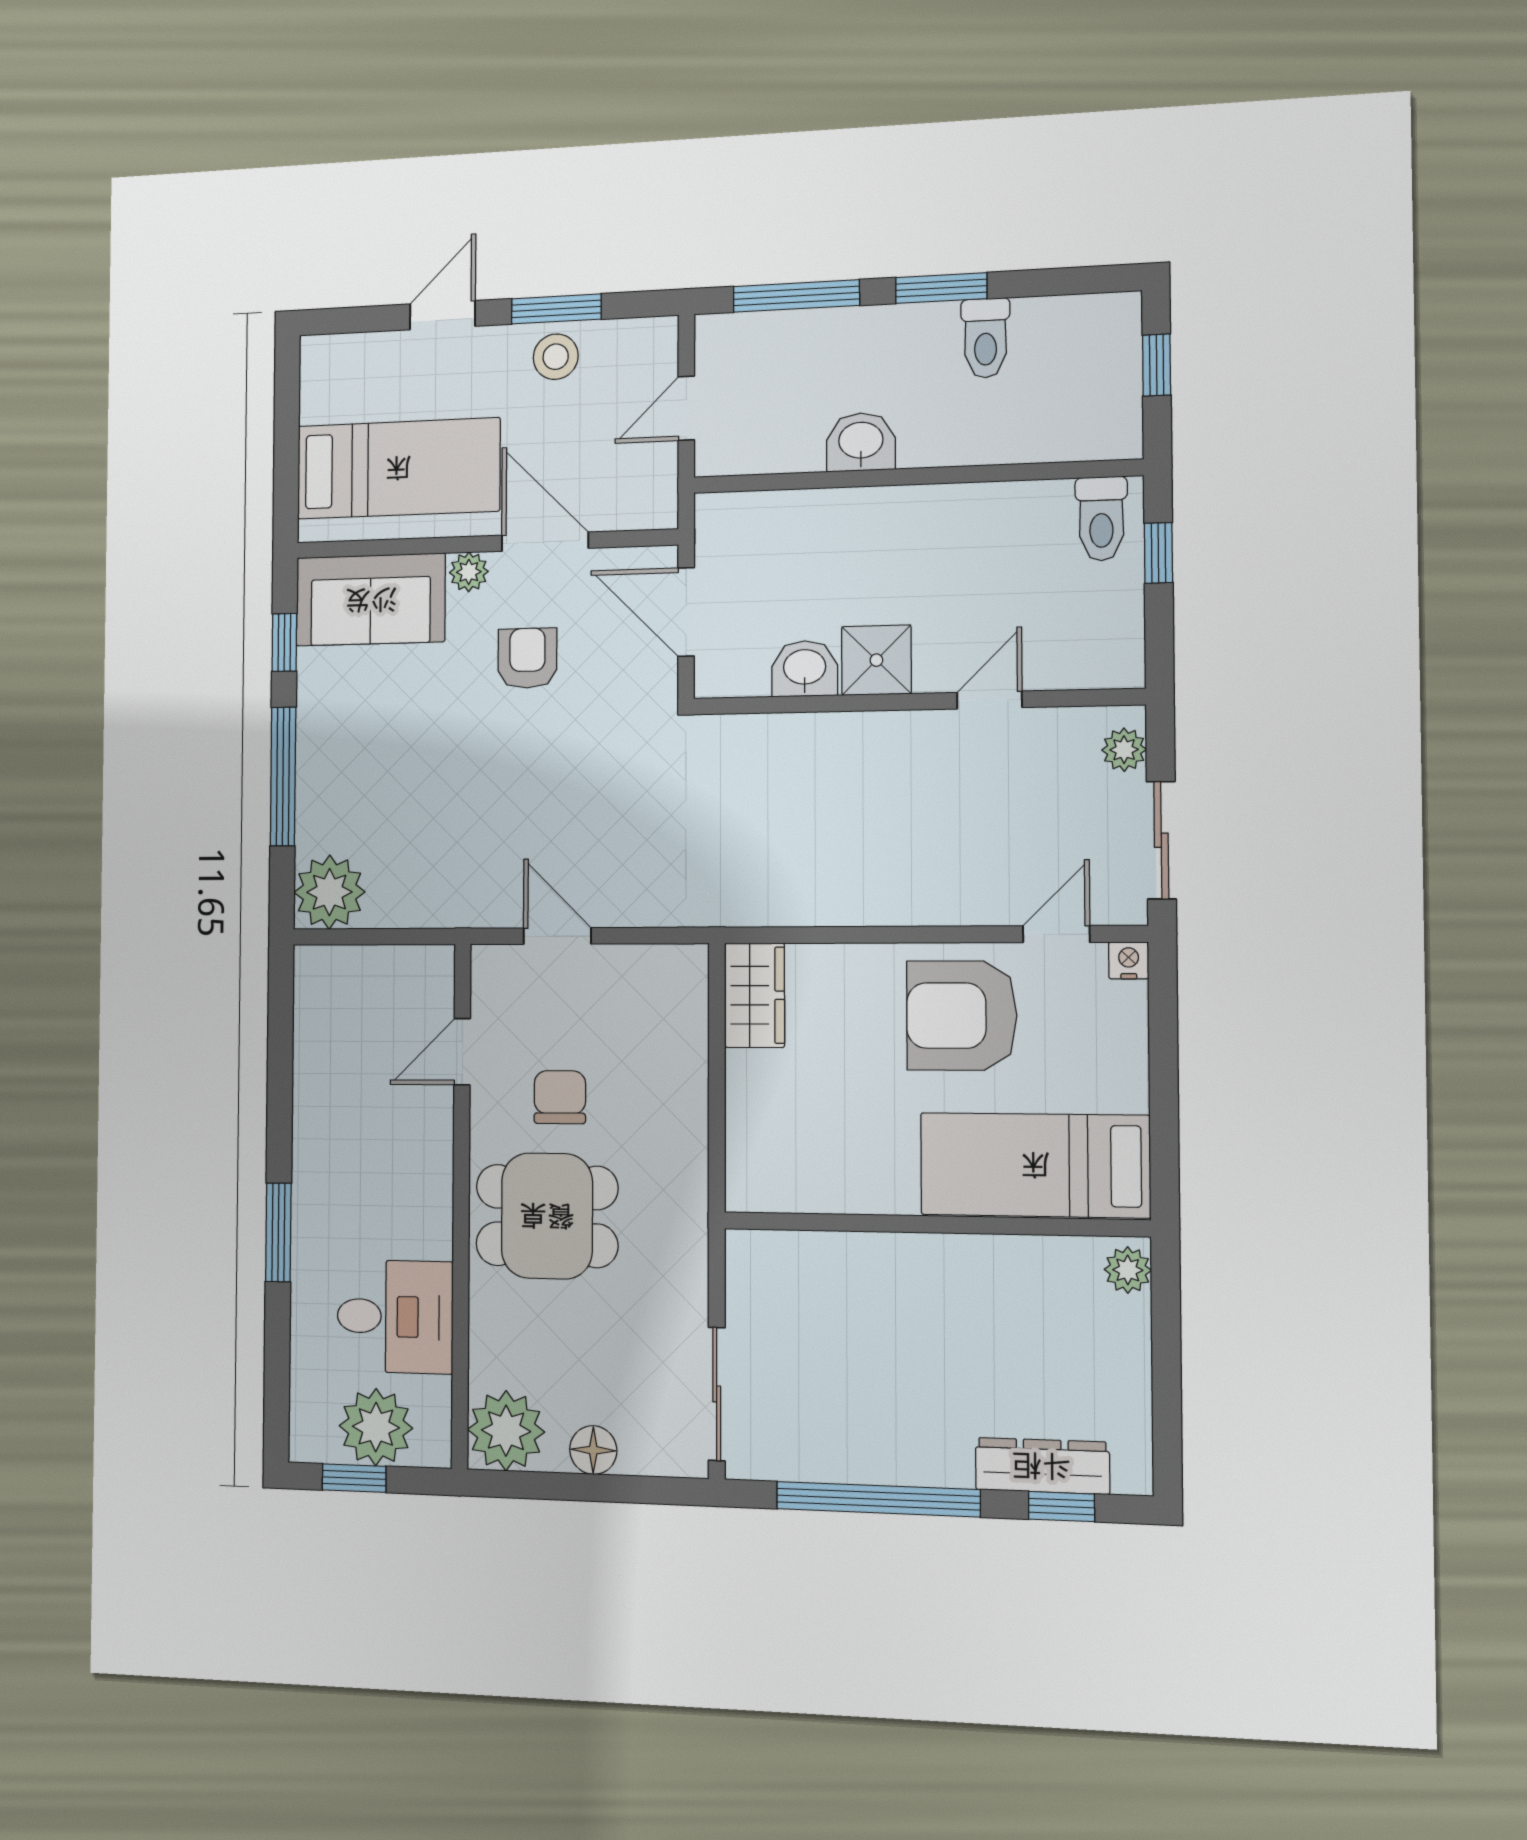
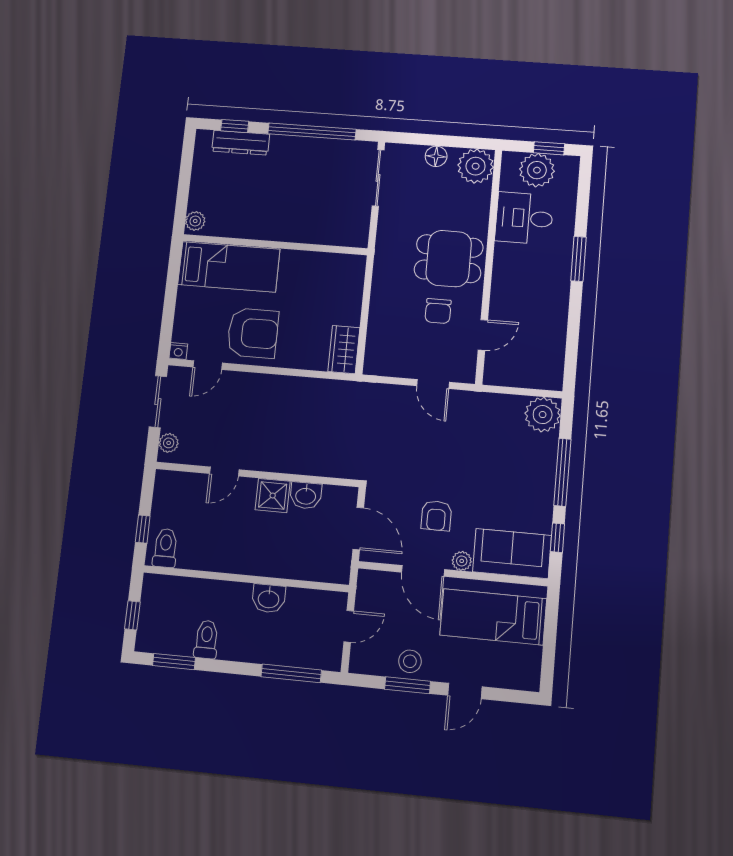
window: (941, 288) -> (174, 662), moved

